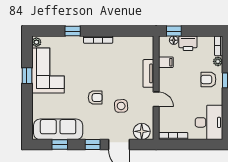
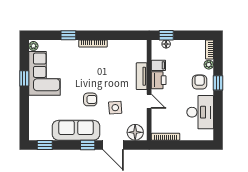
printer: (188, 43) -> (159, 80), moved, turned -90
armchair: (208, 79) -> (200, 82), turned 90
desk: (209, 122) -> (200, 112), moved
sofa: (58, 129) -> (76, 130), moved
window: (60, 145) -> (45, 145), moved

